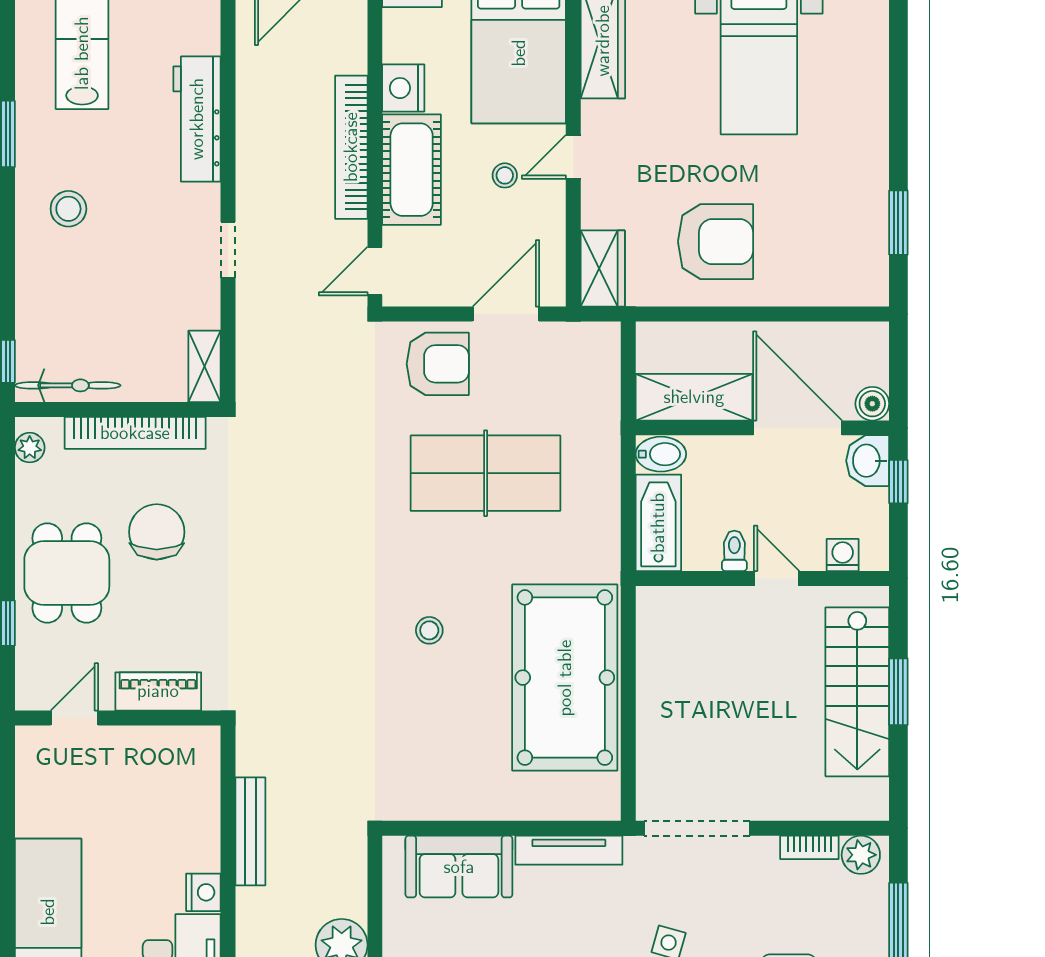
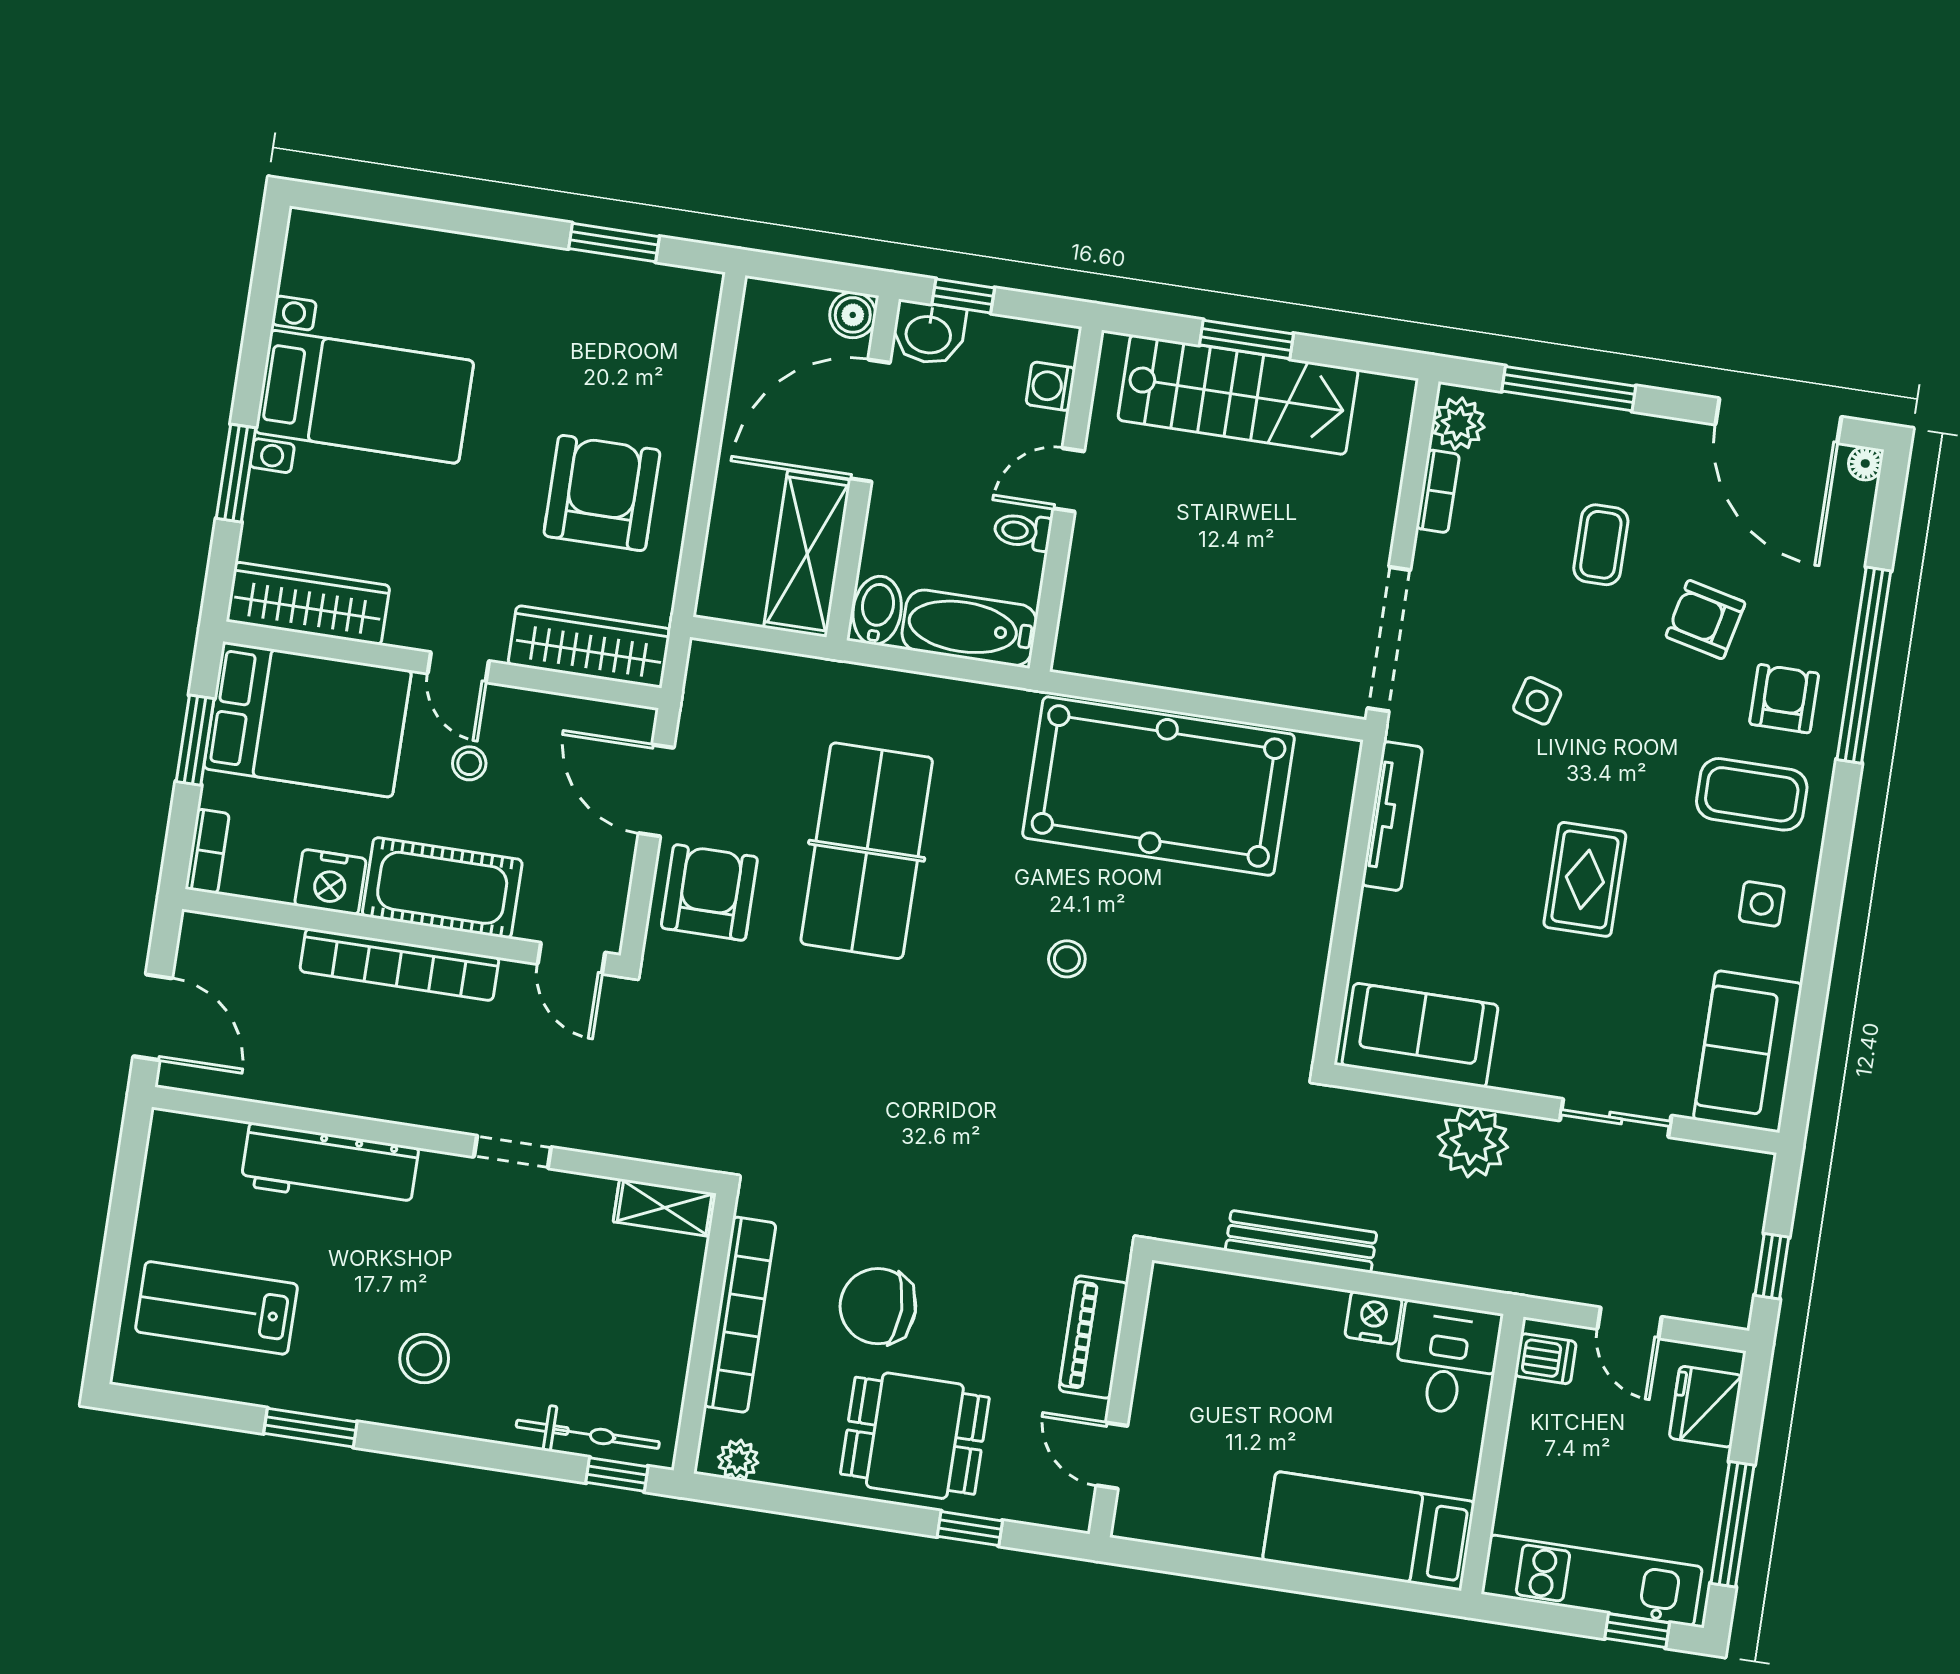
wardrobe: (603, 269) -> (589, 647), width x1.50
bicycle: (68, 385) -> (588, 1434), moved, turned 90
sofa: (459, 867) -> (1420, 1035), moved, turned -90

